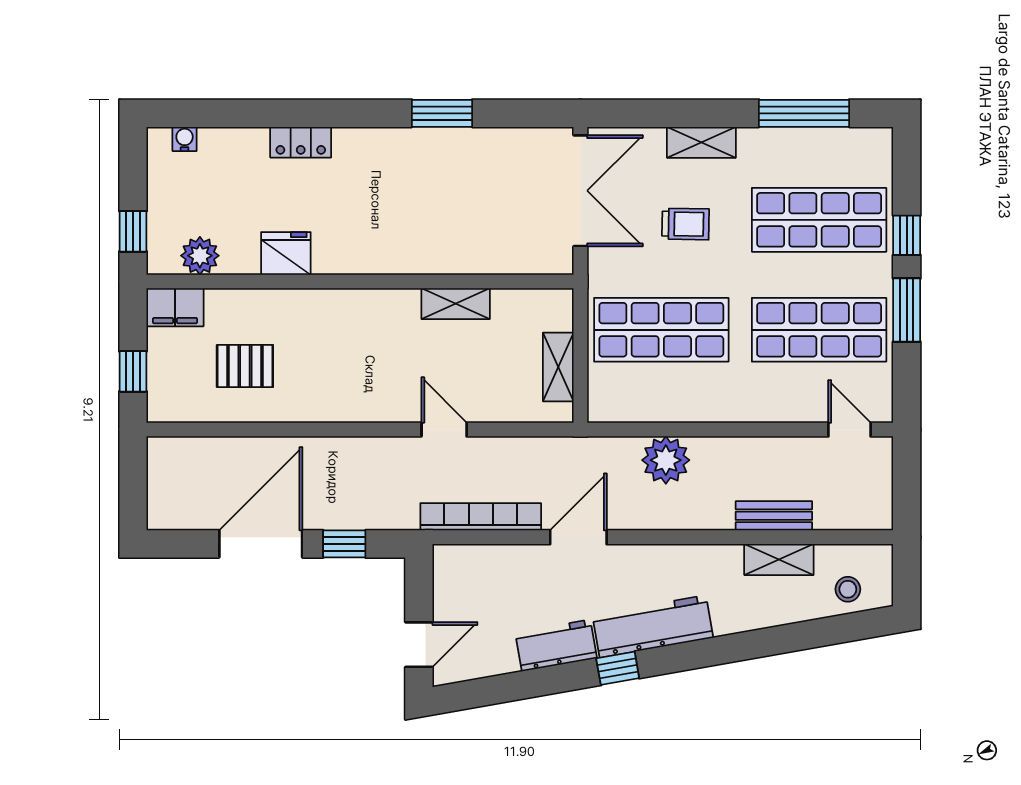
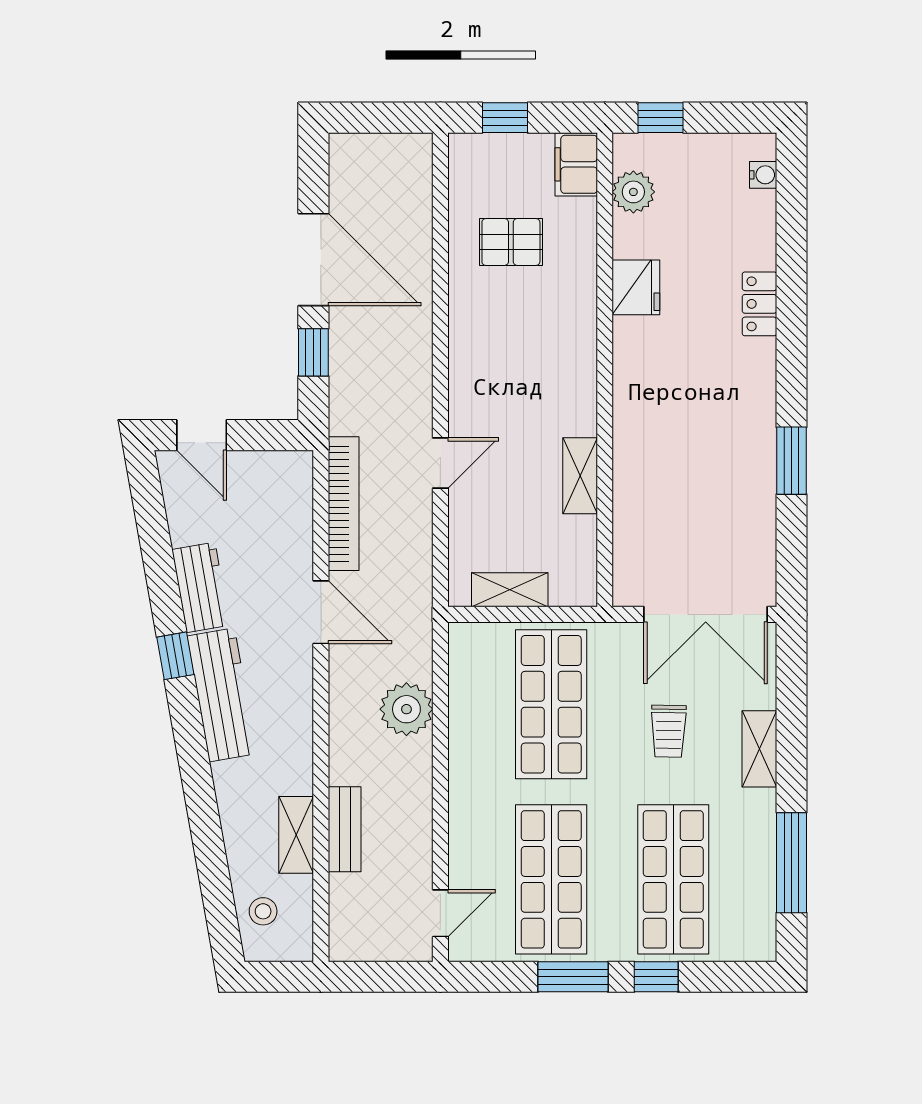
pallet: (245, 366) -> (511, 242), turned 90

